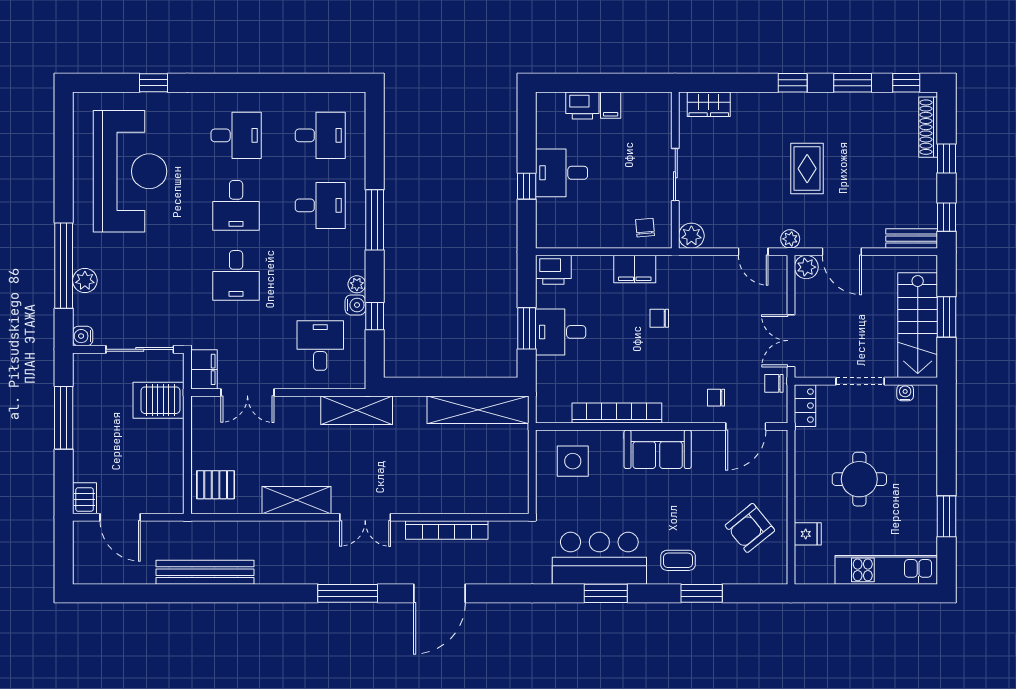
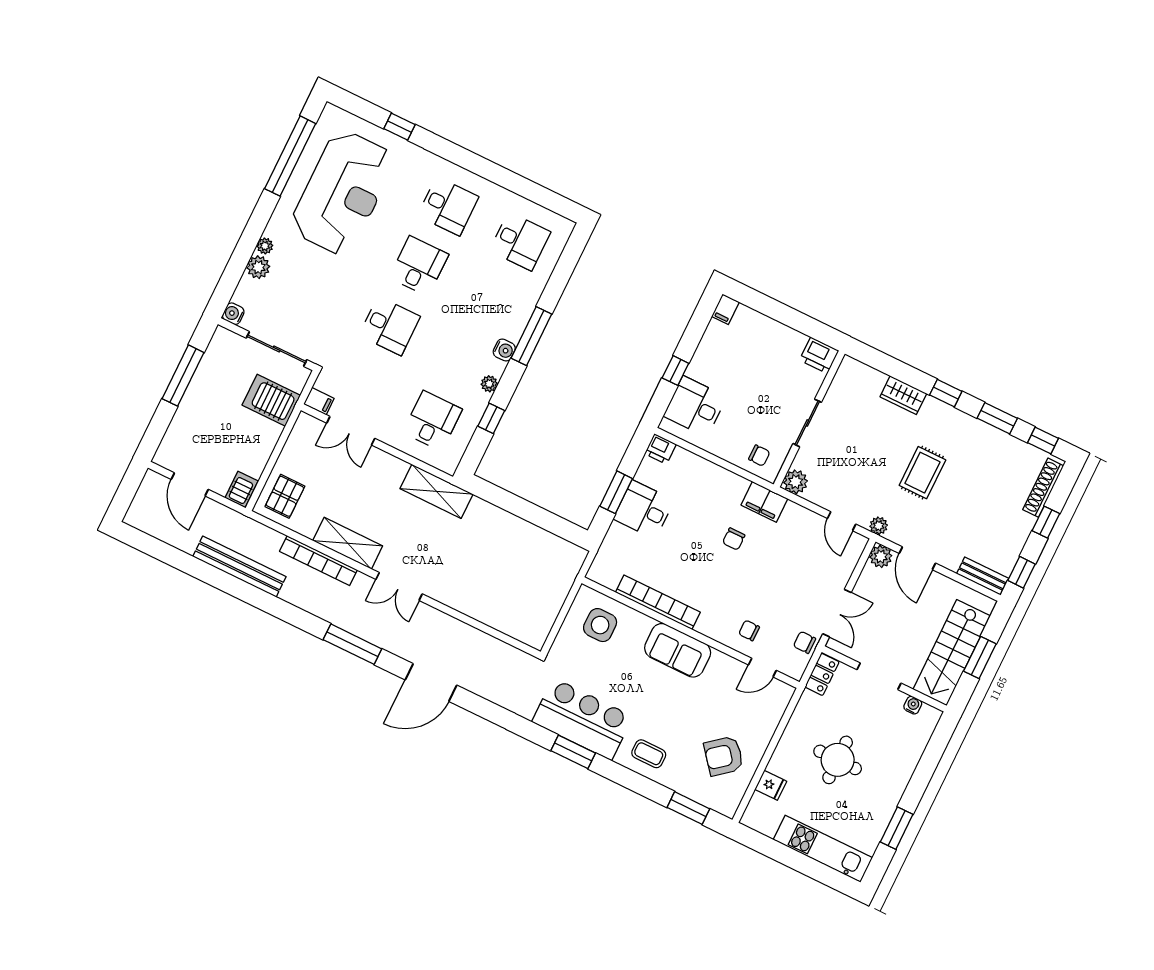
wardrobe: (709, 104) -> (903, 395), moved
printer: (582, 105) -> (819, 355), moved
filing cabinet: (611, 105) -> (725, 309), moved
desk: (562, 173) -> (695, 406), moved
desk: (236, 205) -> (419, 266), turned 180
desk: (320, 205) -> (491, 301), removed
chair: (645, 228) -> (759, 456), turned 95
plant: (81, 257) -> (265, 246), added
window: (64, 266) -> (290, 156), moved
filing cabinet: (635, 269) -> (764, 502), moved
printer: (553, 270) -> (660, 449), width x0.73, depth x0.81
desk: (236, 275) -> (390, 326), turned -90
water cooler: (355, 305) -> (504, 350), moved
chair: (659, 318) -> (734, 539), turned -90
double door: (791, 341) -> (837, 613), swing flipped
filing cabinet: (204, 369) -> (319, 401), width x0.50
shelving: (478, 410) -> (540, 542), removed
door: (746, 427) -> (762, 668), width x0.73
pallet: (216, 485) -> (285, 496), turned 90
server rack: (85, 498) -> (241, 489), moved
bookcase: (447, 530) -> (318, 561), moved
window: (702, 593) -> (688, 808), moved

